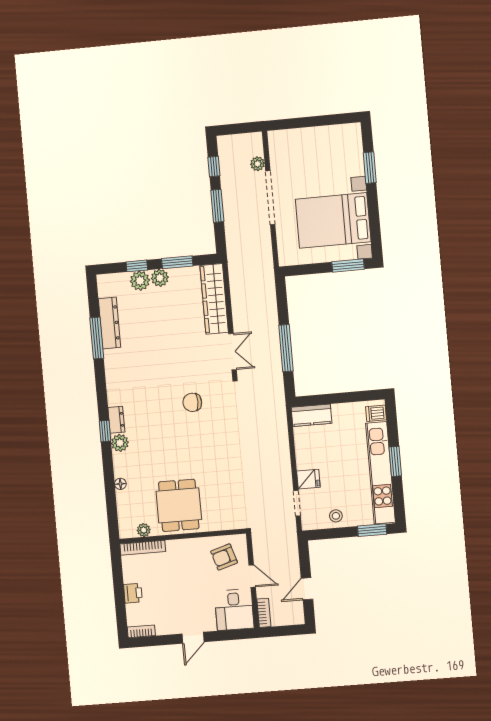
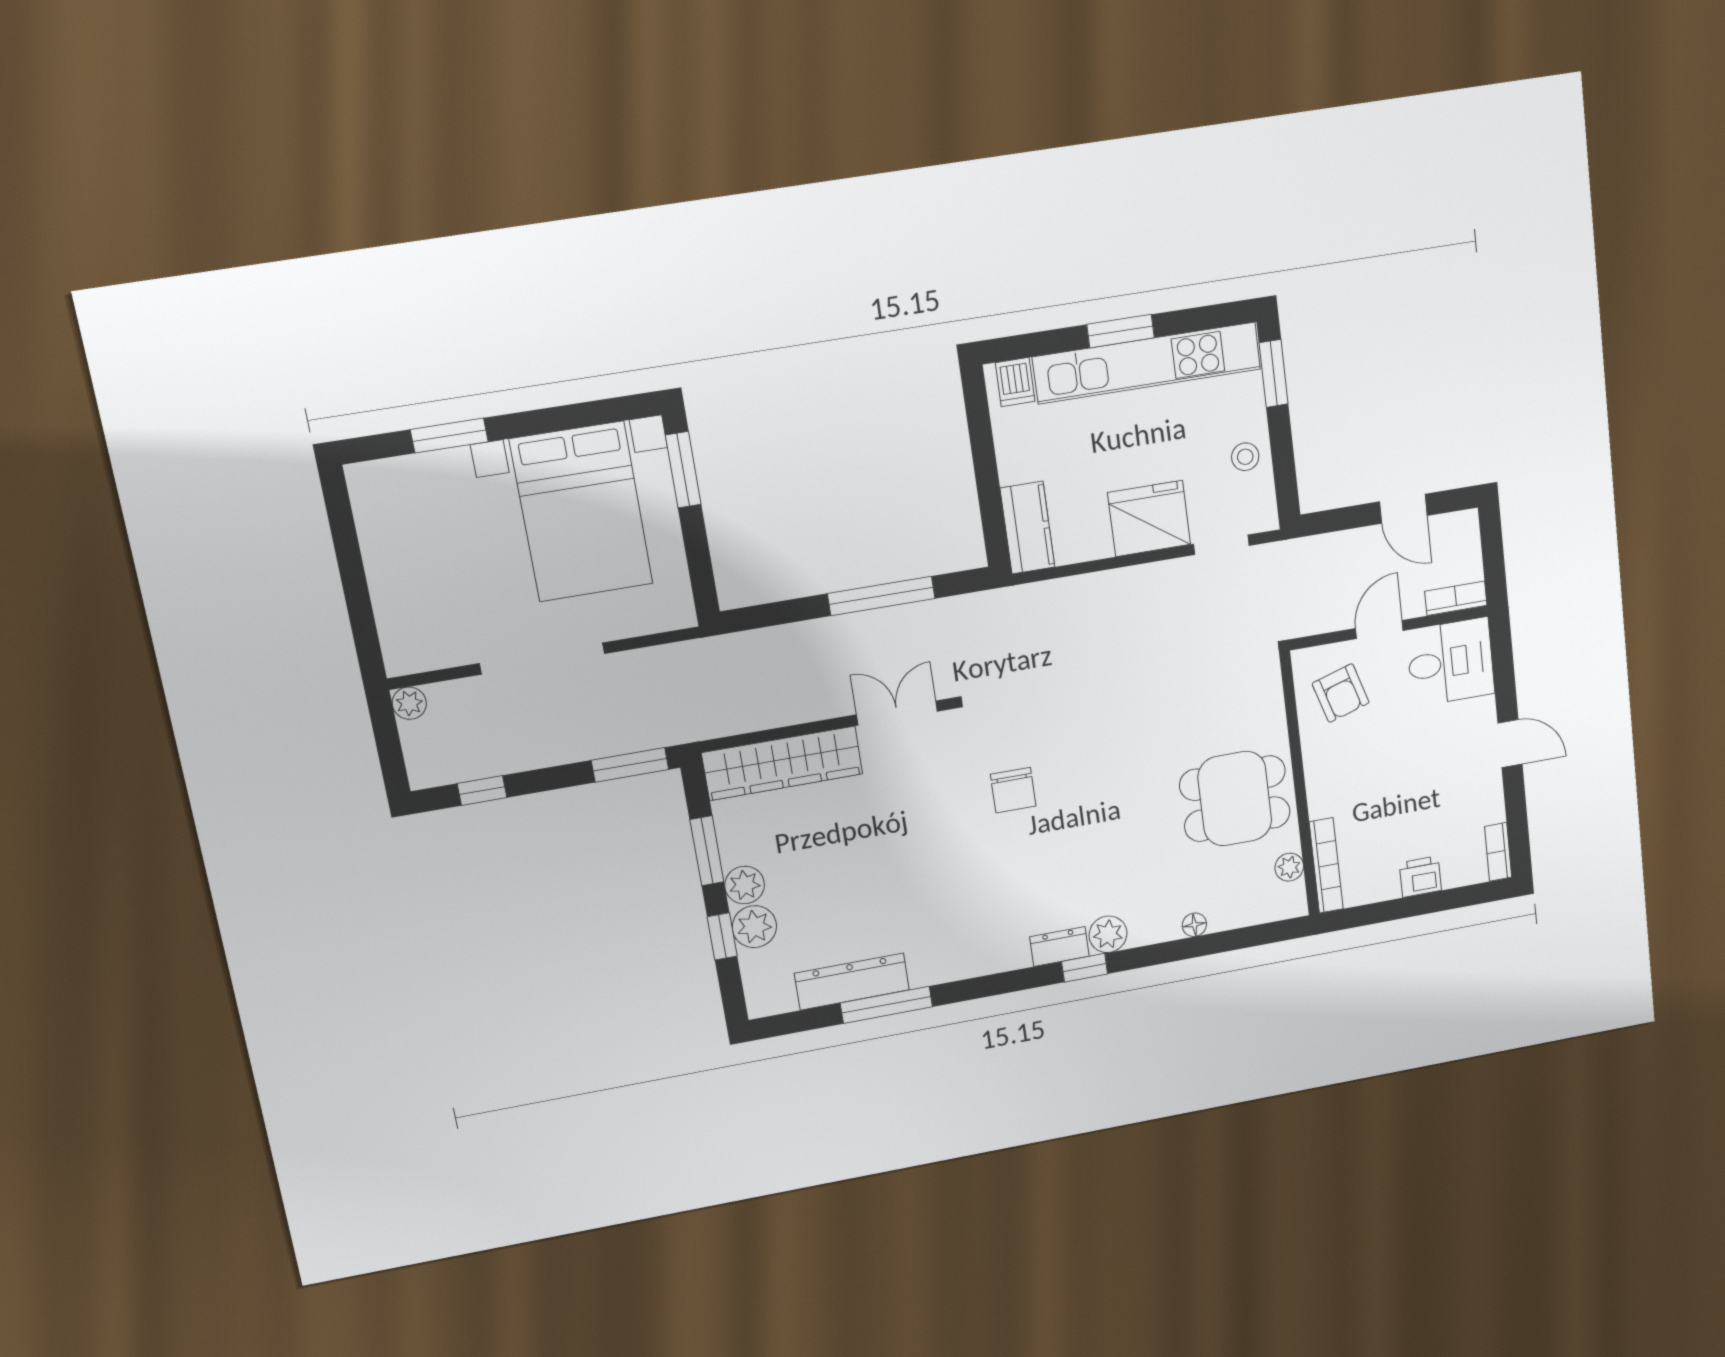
plant: (258, 164) -> (409, 703), moved
window: (217, 206) -> (630, 765), moved
fridge: (308, 479) -> (1149, 518), width x1.88, depth x1.34

